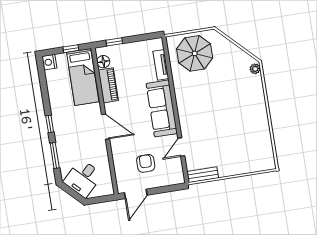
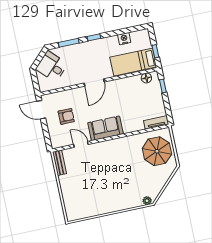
nightstand: (49, 62) -> (124, 39), moved
tv unit: (161, 65) -> (156, 122), moved
piano: (108, 85) -> (128, 83), removed
sofa: (162, 108) -> (105, 128), width x0.73

